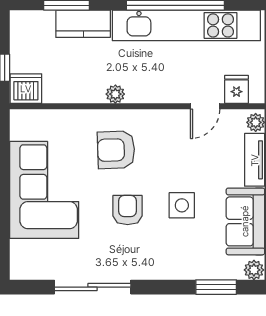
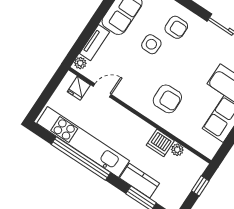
dishwasher: (26, 89) -> (160, 143), moved
plant: (115, 94) -> (177, 150), moved
armchair: (128, 210) -> (176, 27), moved, turned -90

